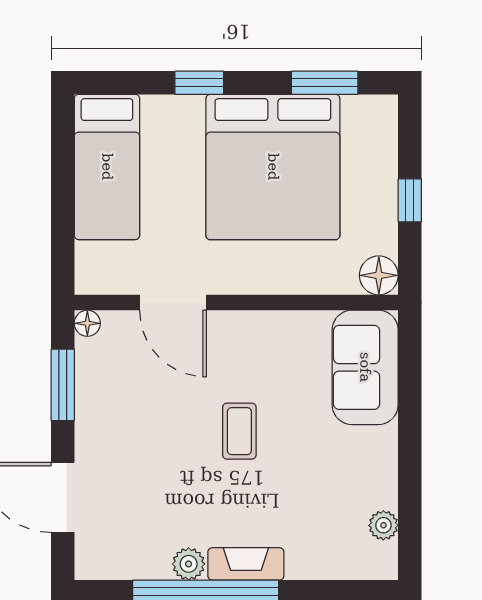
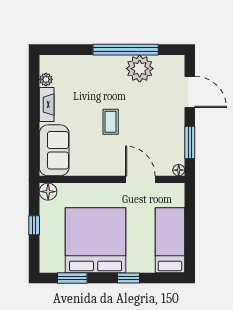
plant: (189, 564) -> (140, 69), width x1.87, depth x1.87
fireplace: (246, 564) -> (47, 105), moved, turned -90

